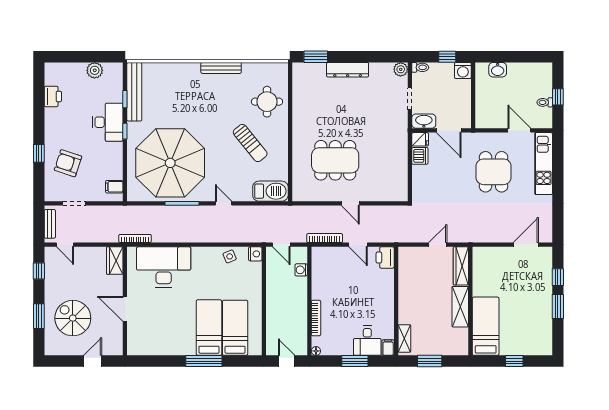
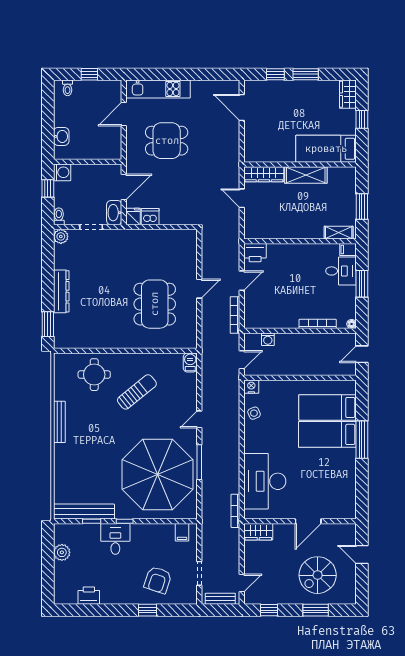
toilet: (545, 102) -> (68, 88), moved
desk: (108, 122) -> (115, 539), width x0.73
barbecue: (270, 191) -> (190, 362), width x0.53, depth x0.65
wardrobe: (539, 347) -> (348, 94), added

